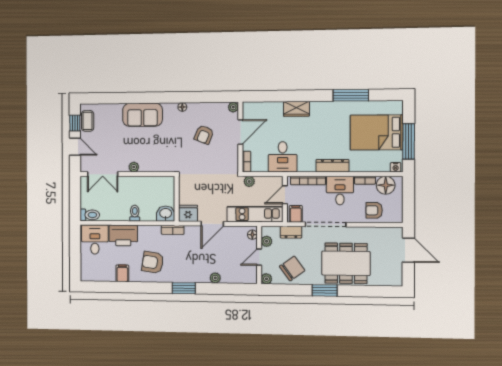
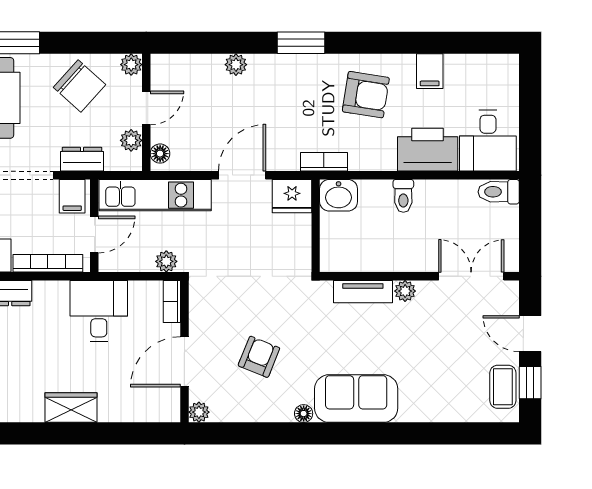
sofa: (142, 115) -> (356, 399), moved
tv unit: (154, 167) -> (363, 292), added
chair: (292, 268) -> (79, 86), turned -102

